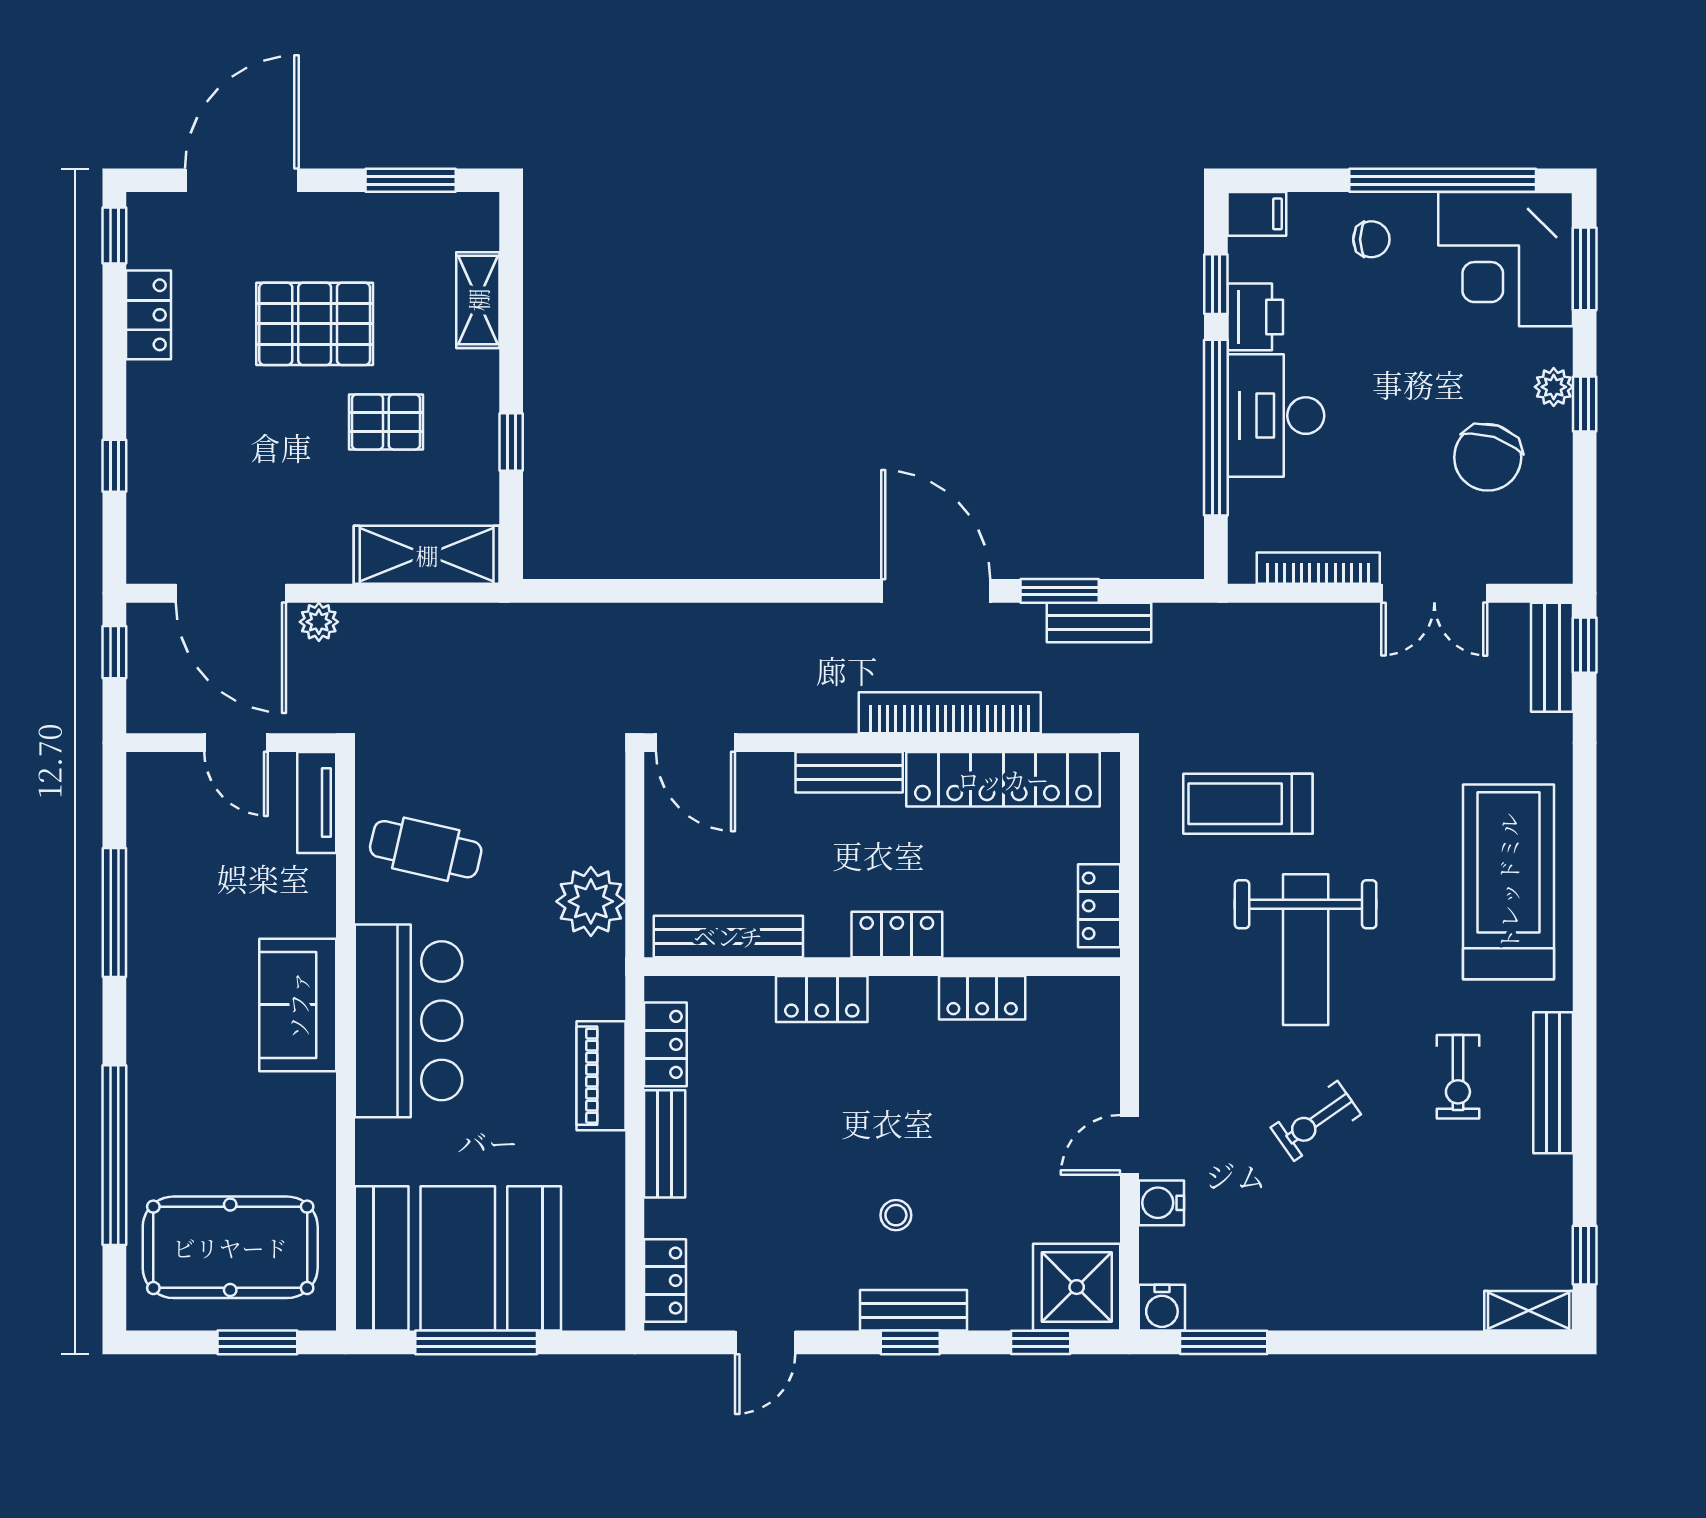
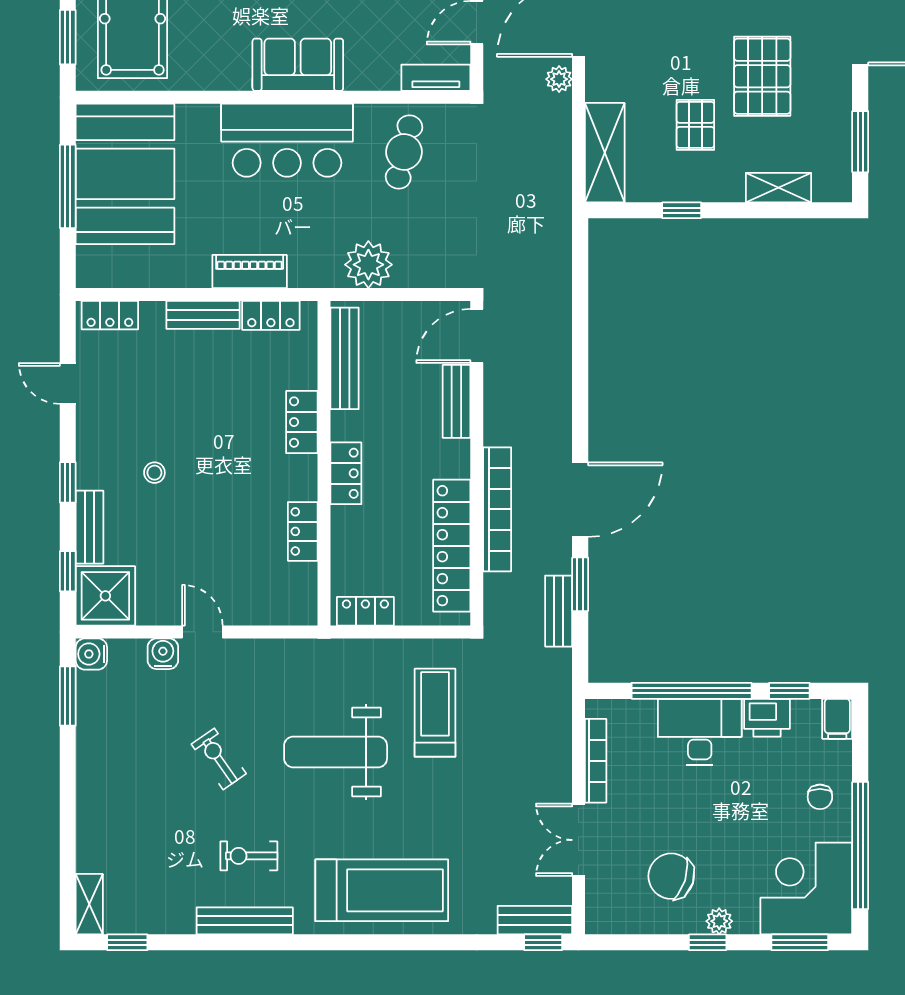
bench: (849, 772) -> (456, 401), moved
bench: (913, 1310) -> (90, 527), moved

